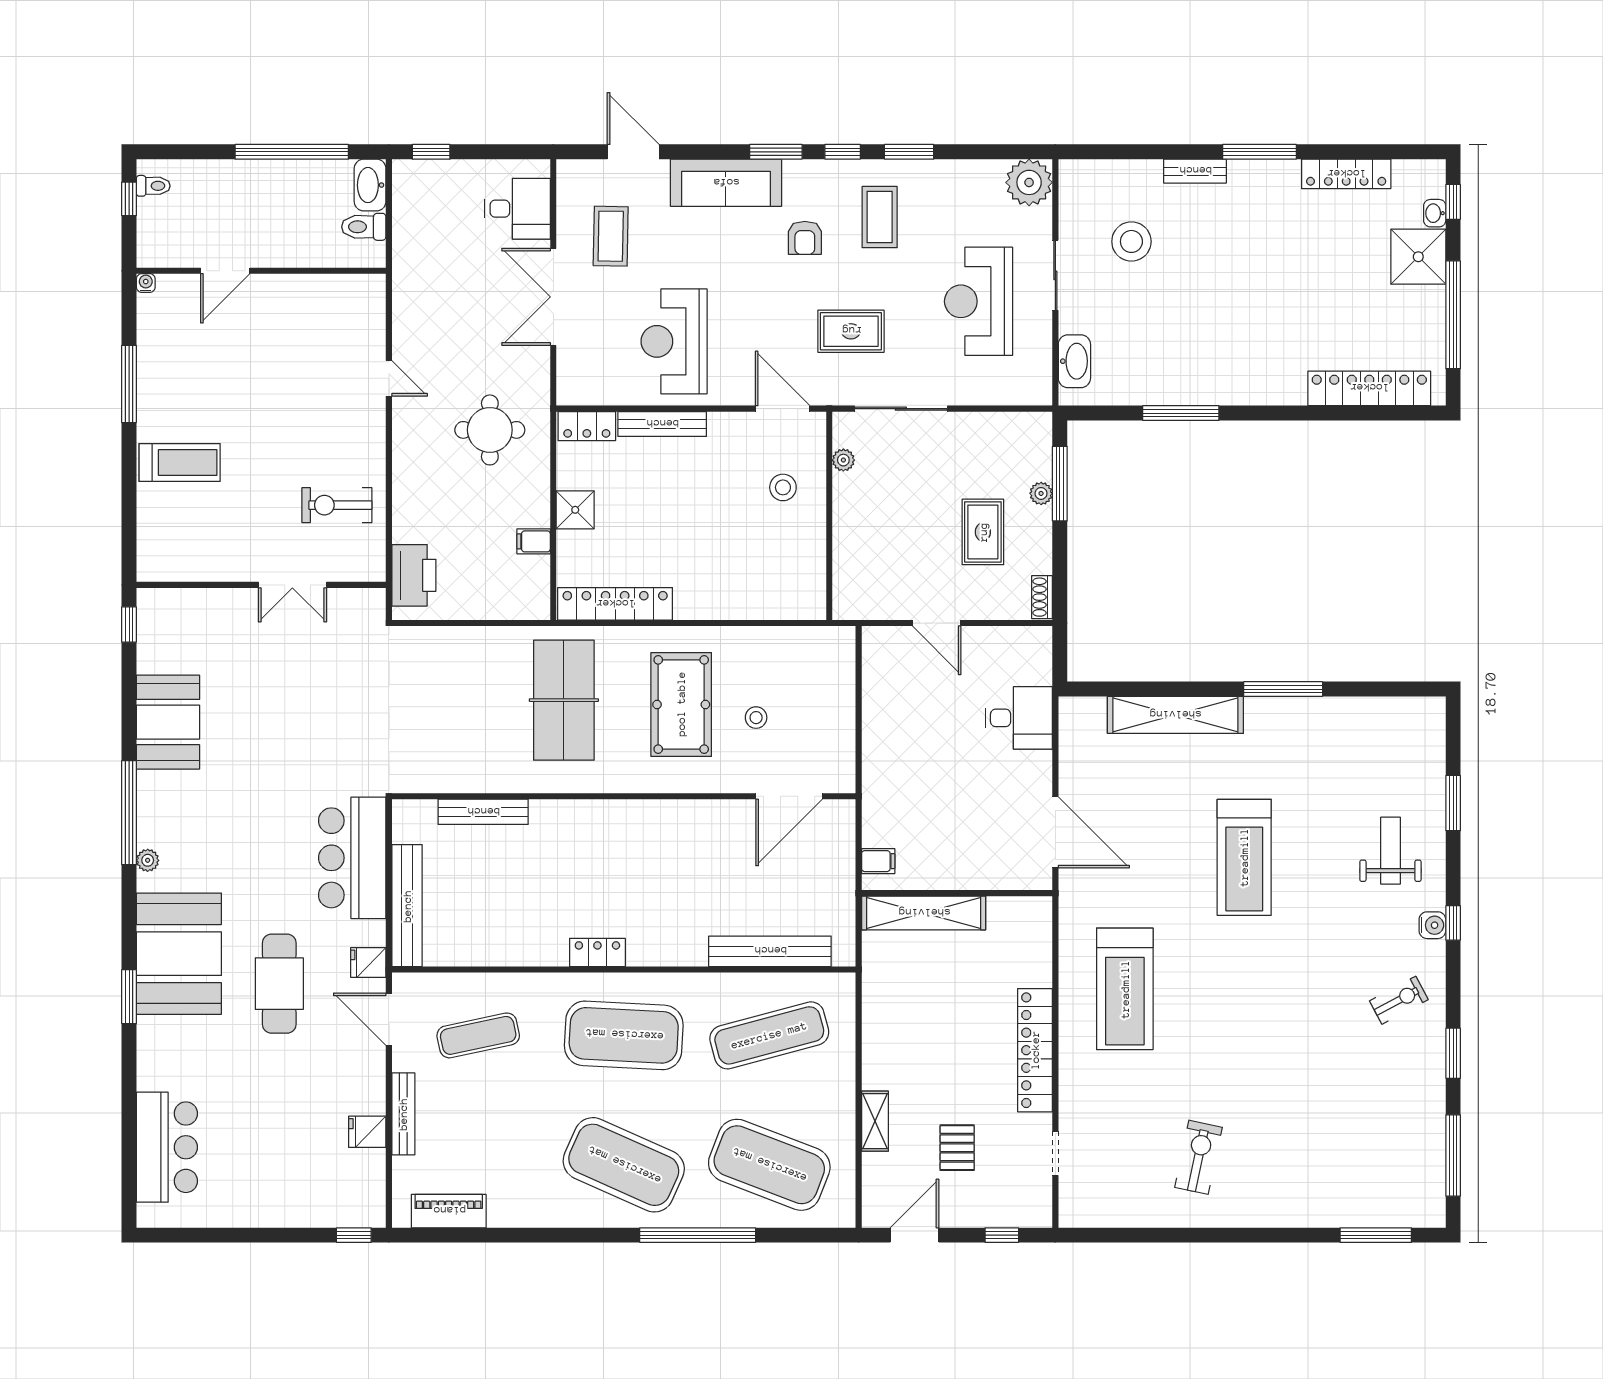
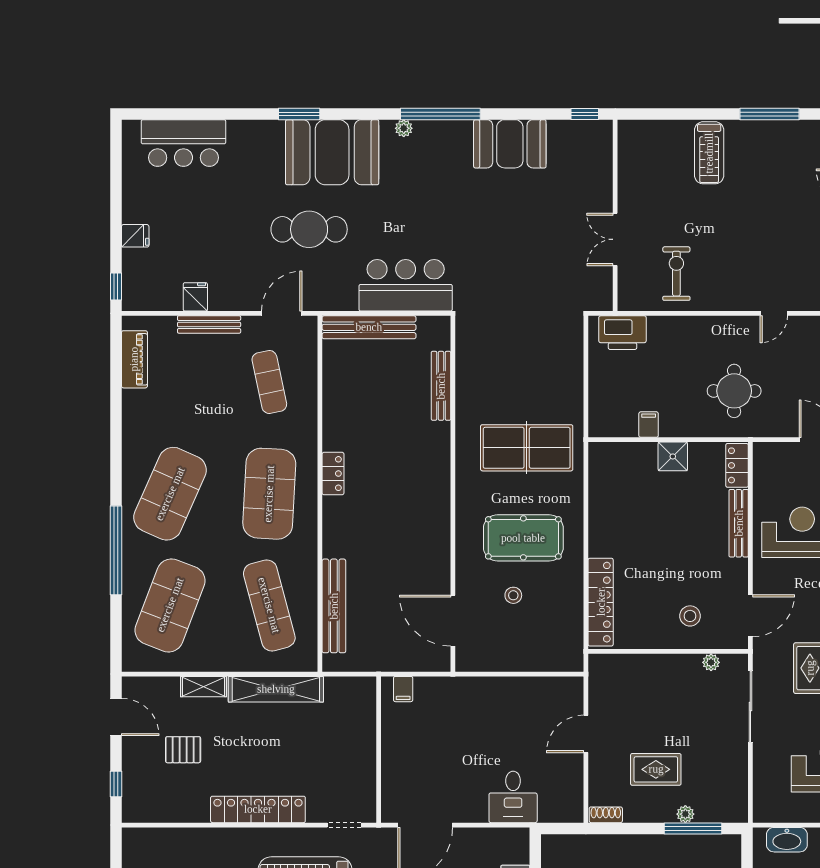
locker: (615, 604) -> (601, 602), moved
shelving: (924, 913) -> (276, 689), moved, turned 90
fridge: (368, 963) -> (135, 236), moved, turned 90
doorway: (1055, 1153) -> (344, 825), moved

